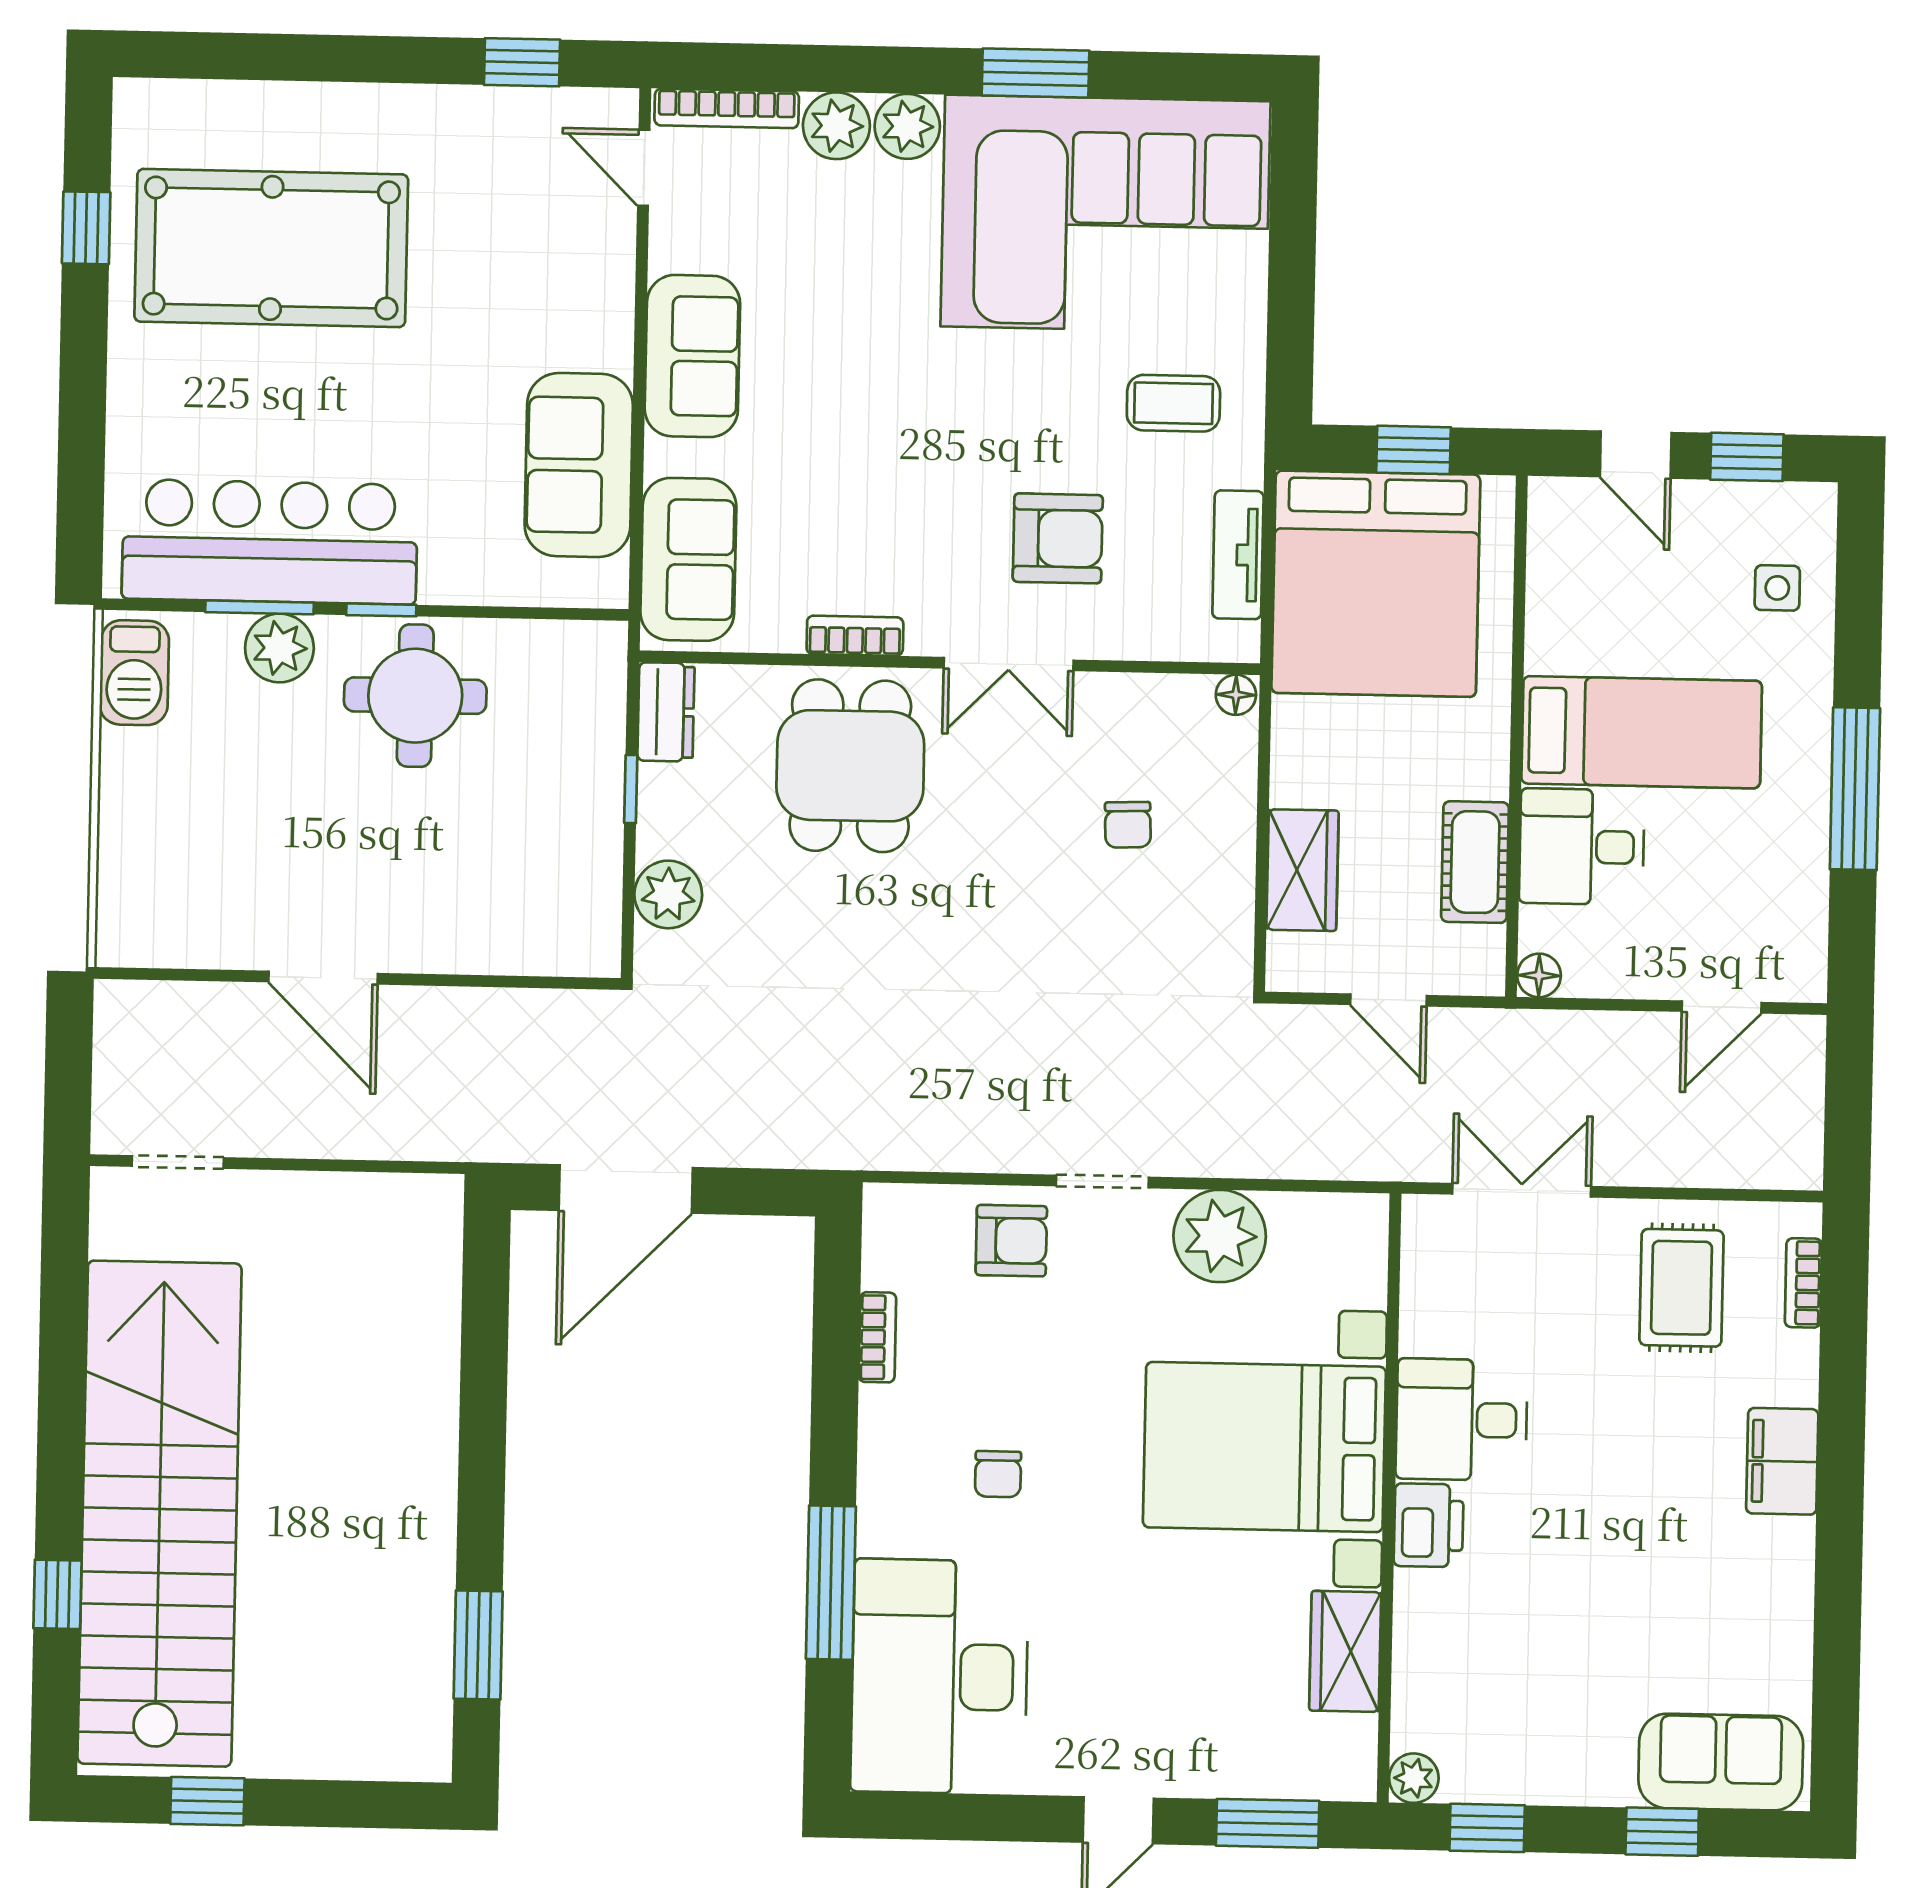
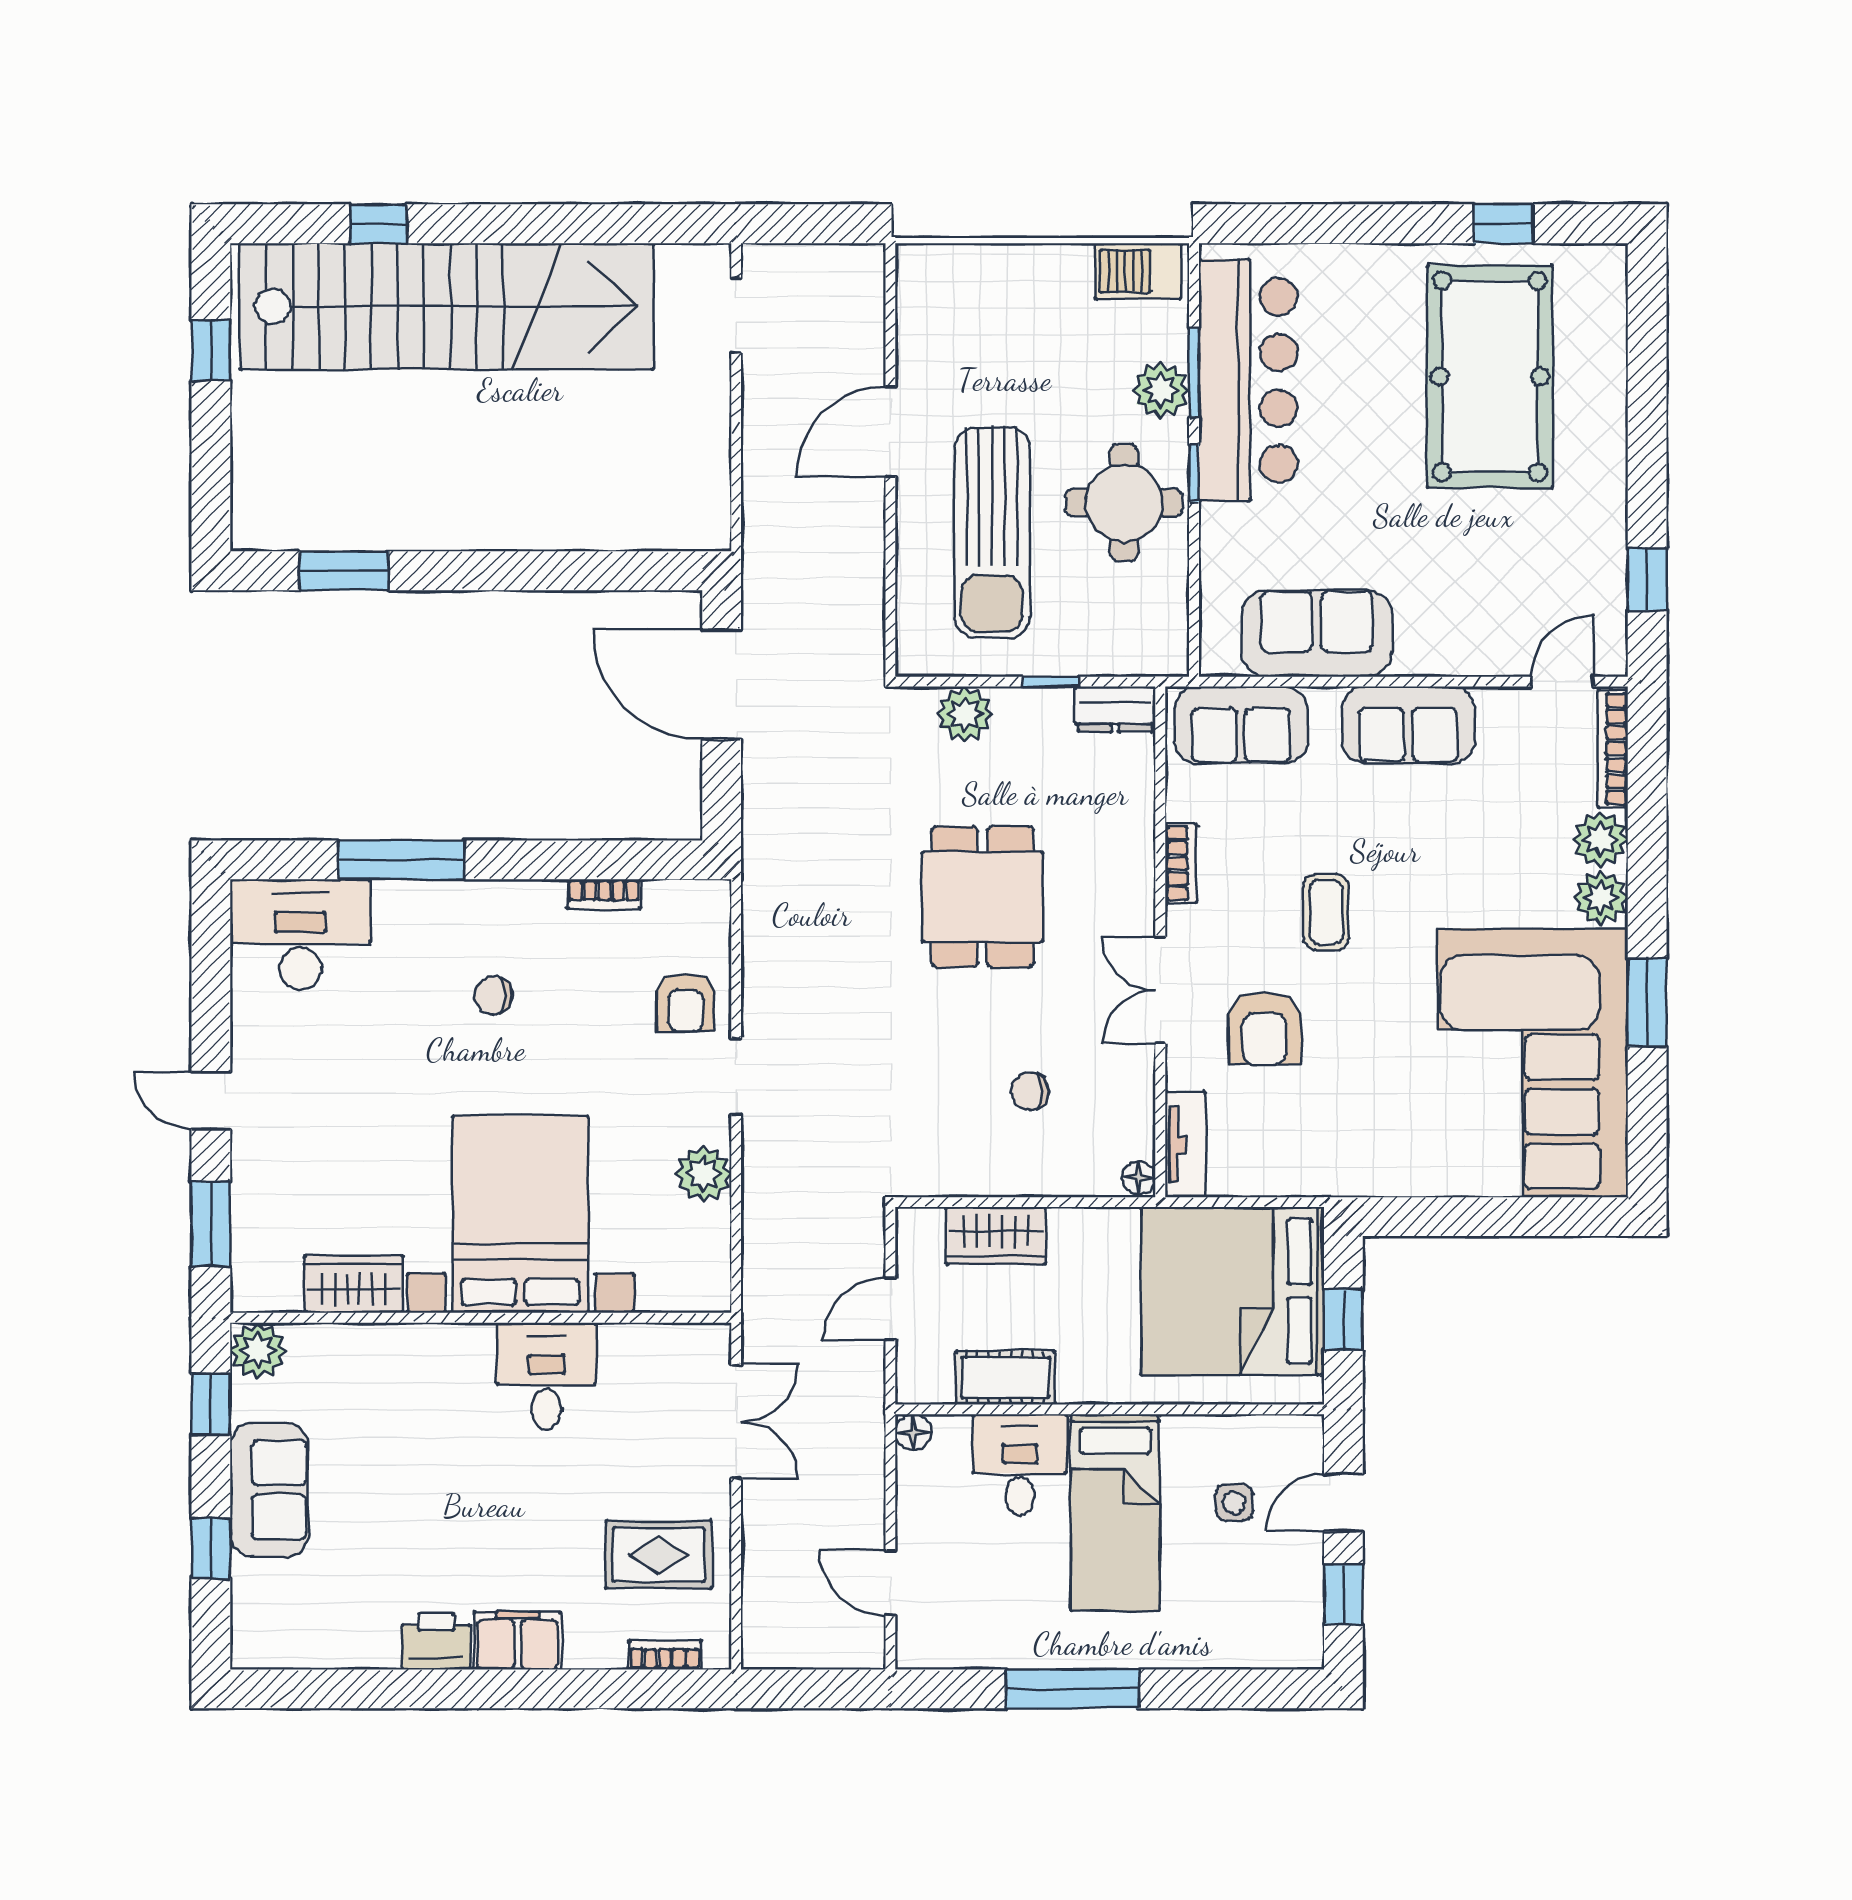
coffee table: (1173, 403) -> (1326, 912), moved
tv unit: (1238, 555) -> (1185, 1145), moved, turned 90
side table: (1777, 588) -> (1234, 1502), moved
dining table: (850, 766) -> (982, 897), moved, turned 90
sun lounger: (448, 857) -> (992, 533), added
plant: (1220, 1236) -> (703, 1174), width x0.73, depth x0.73
printer: (1429, 1525) -> (436, 1641), moved, turned 180
desk: (940, 1677) -> (300, 934), width x0.73, depth x0.77
sofa: (1721, 1762) -> (269, 1490), moved
plant: (1414, 1778) -> (258, 1351), width x1.38, depth x1.38

